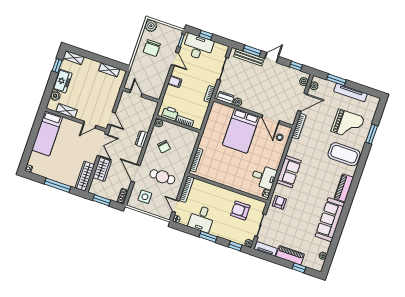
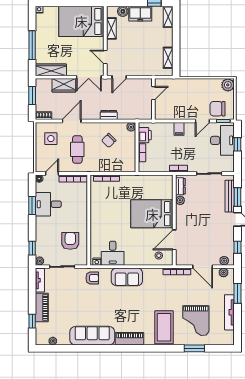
chair: (152, 48) -> (218, 109), moved
bed: (47, 133) -> (81, 21), width x1.50
window: (208, 237) -> (32, 206), moved

